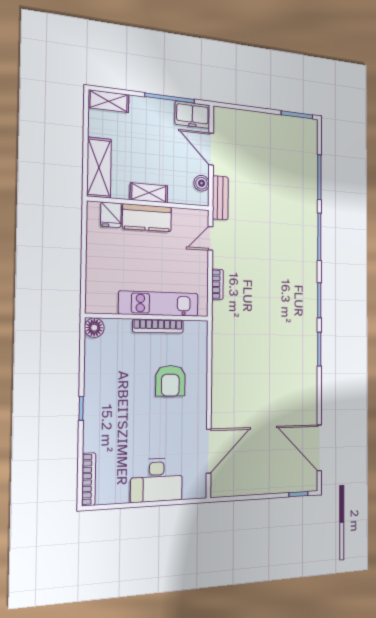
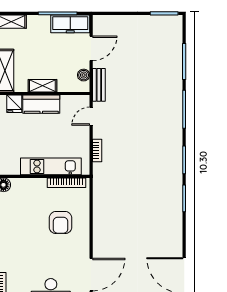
freezer: (192, 115) -> (70, 24), width x1.40
door: (211, 149) -> (91, 48), swing flipped
bookcase: (158, 326) -> (67, 183), moved

